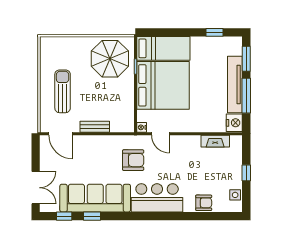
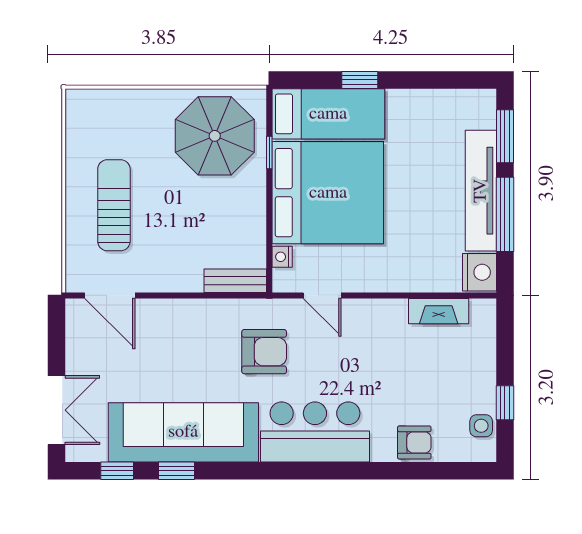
window: (214, 32) -> (360, 80), moved
bench: (95, 127) -> (235, 281), moved
nightstand: (142, 127) -> (282, 257), moved
window: (246, 173) -> (505, 403), moved

